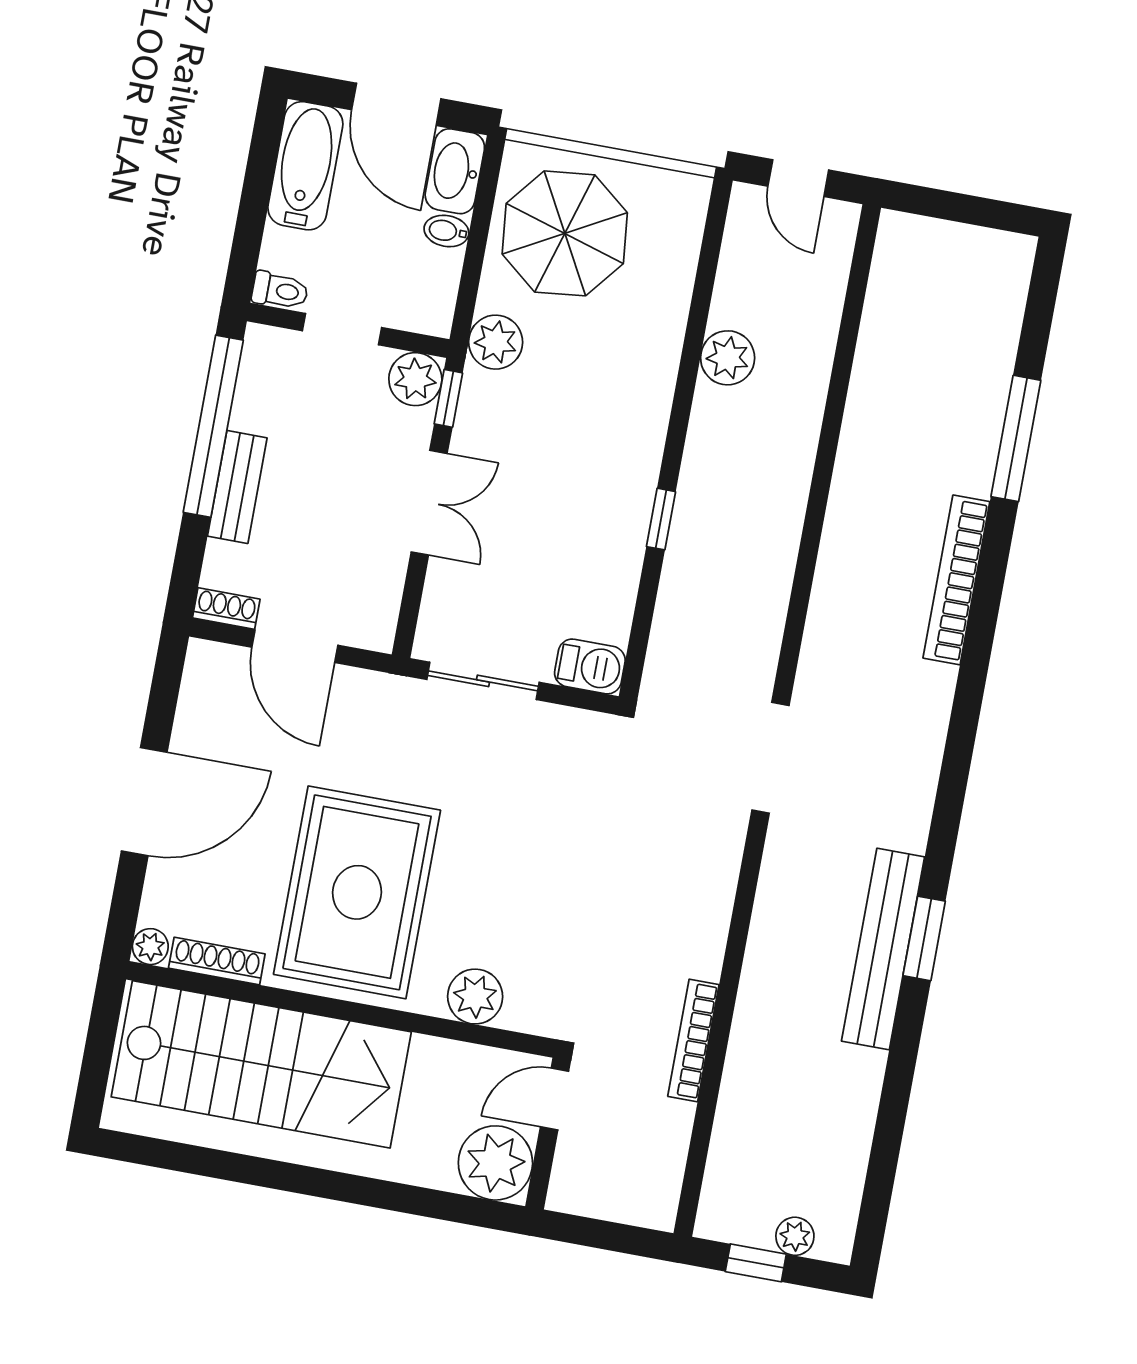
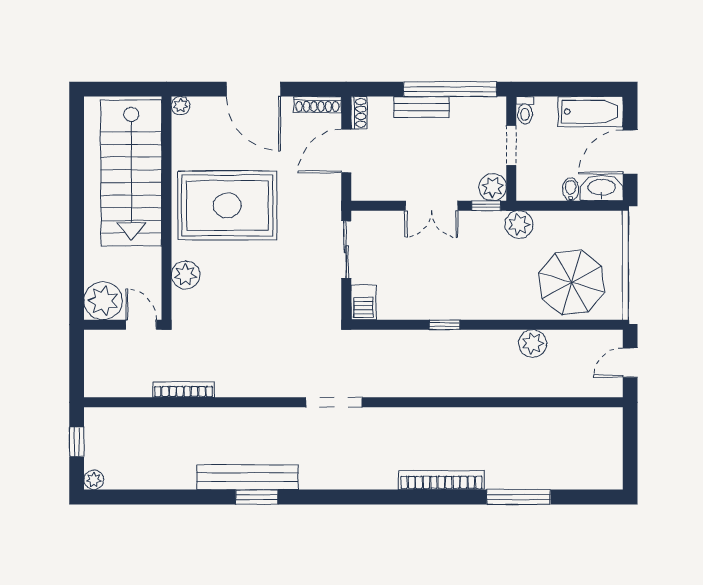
parasol: (565, 233) -> (572, 283), moved
shoe rack: (217, 961) -> (317, 105), moved, turned 90
plant: (795, 1236) -> (94, 480), moved

